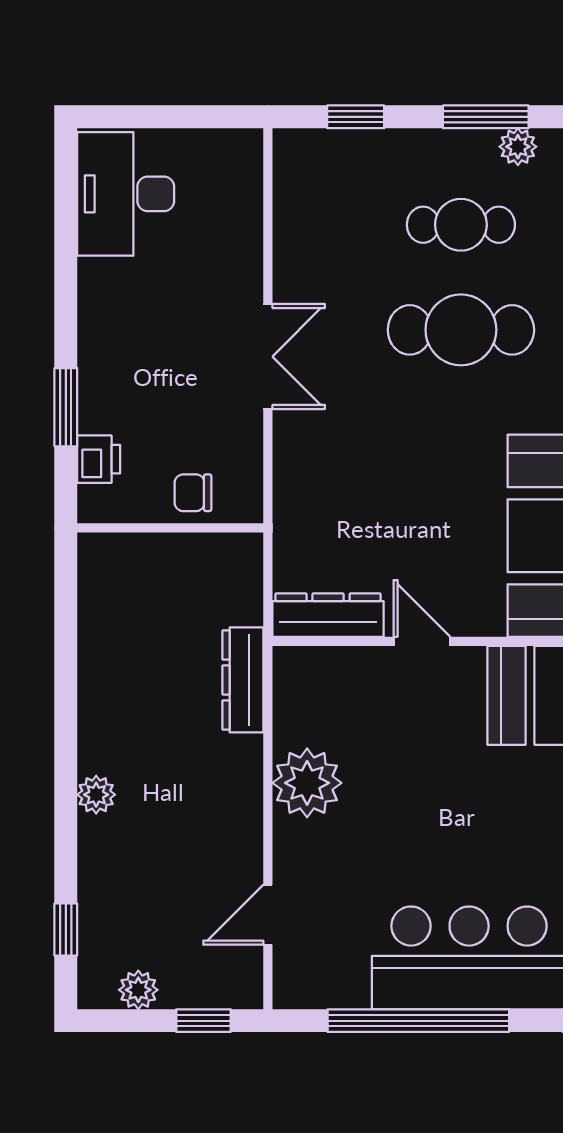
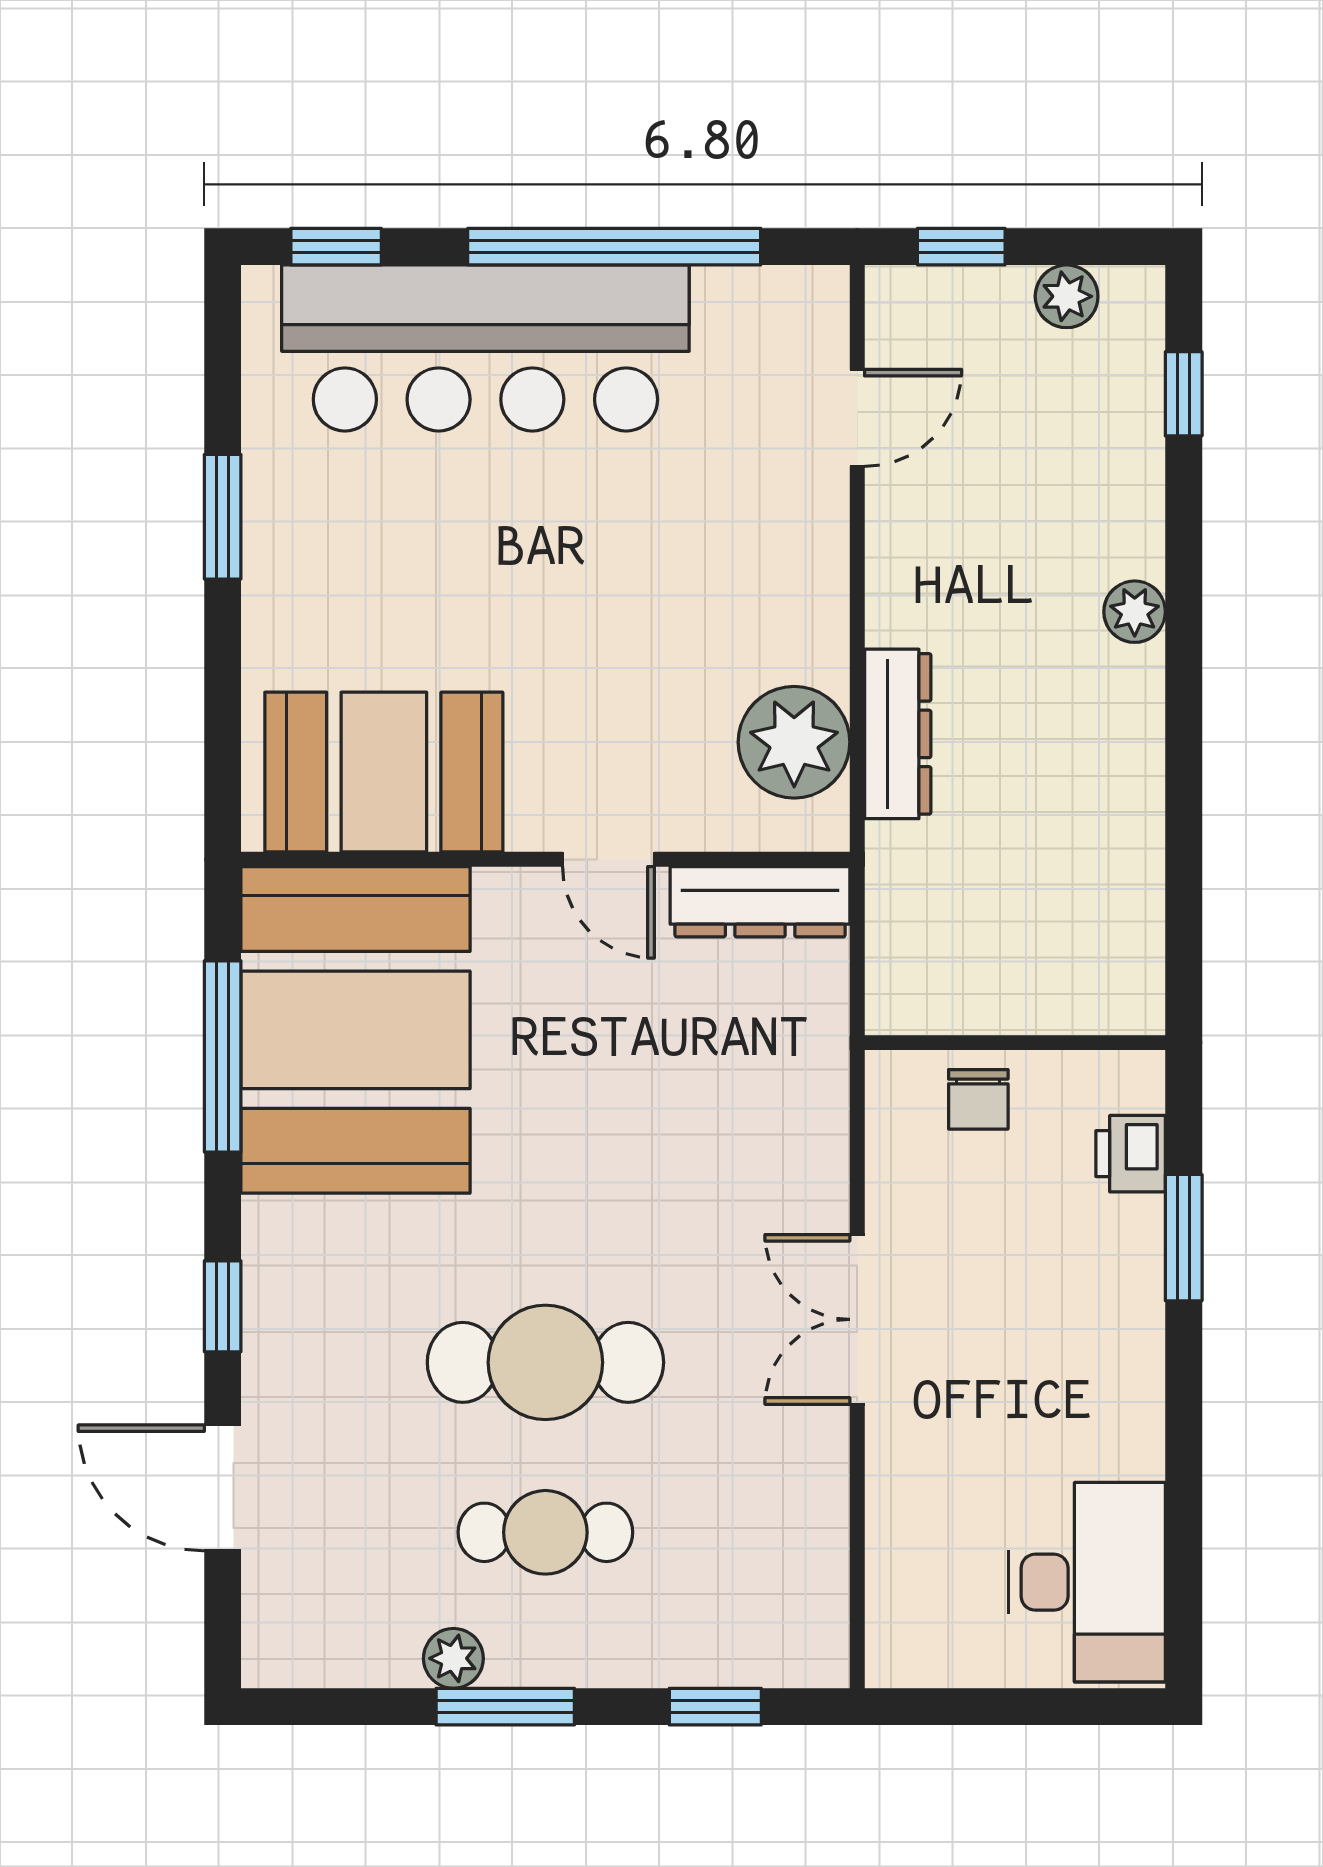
chair: (193, 493) -> (978, 1099), turned 90
dresser: (243, 680) -> (898, 734), moved
plant: (307, 783) -> (794, 742), moved

